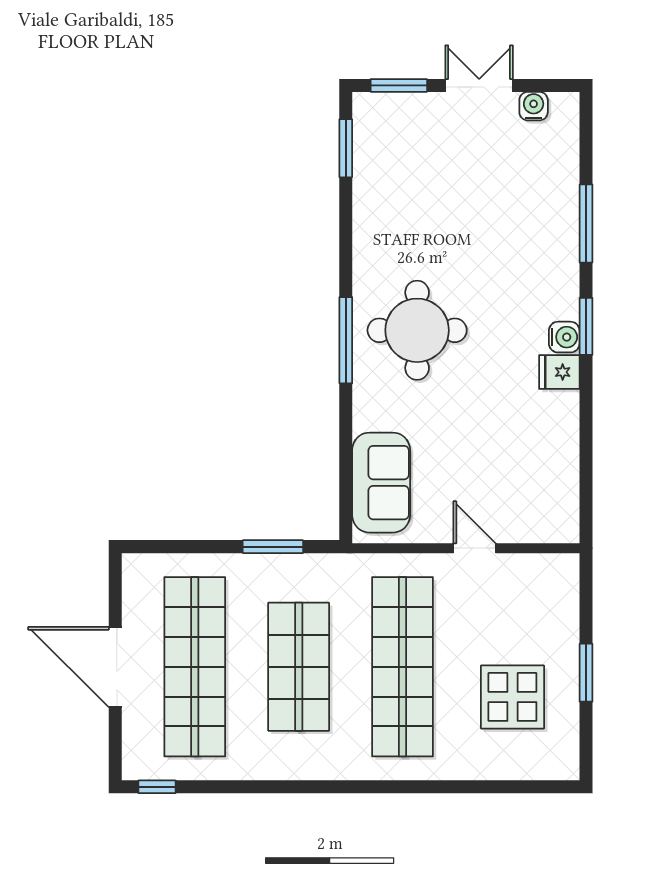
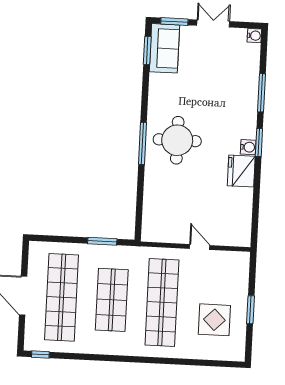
water cooler: (534, 106) -> (254, 36), moved, turned 90
fridge: (559, 372) -> (241, 171), width x1.88, depth x1.34
sofa: (381, 483) -> (164, 48), moved

